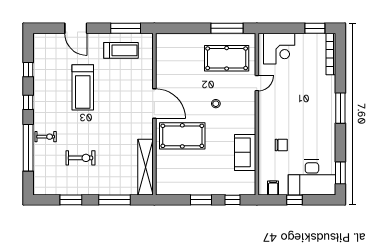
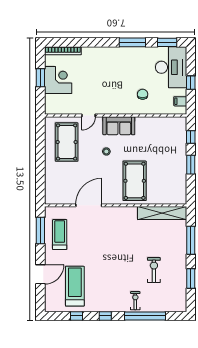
window: (227, 28) -> (40, 142), removed
window: (315, 28) -> (40, 78), moved
corner desk: (279, 49) -> (58, 80), moved
door: (257, 83) -> (88, 116), swing flipped
treadmill: (83, 87) -> (75, 286), moved, turned -90
door: (154, 104) -> (89, 205), moved
window: (340, 108) -> (132, 42), moved
sofa: (245, 152) -> (119, 126), moved

